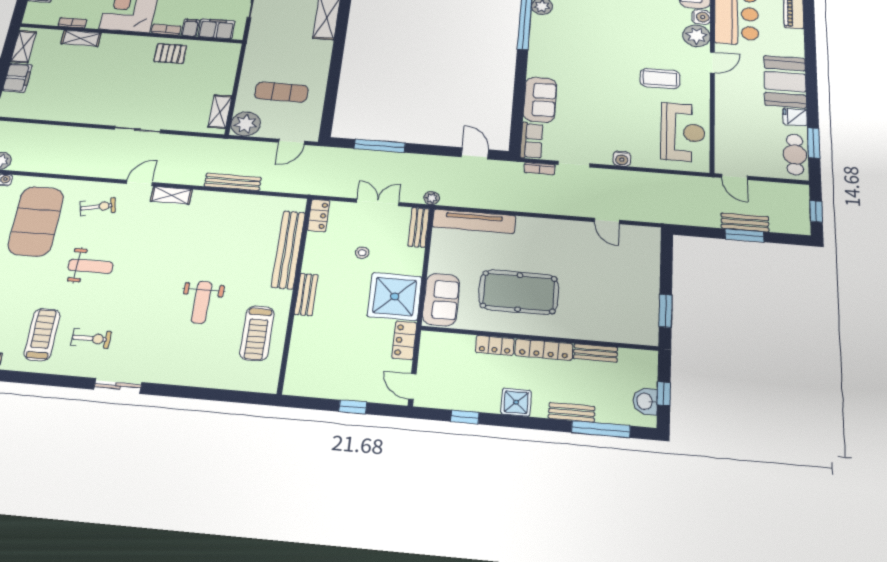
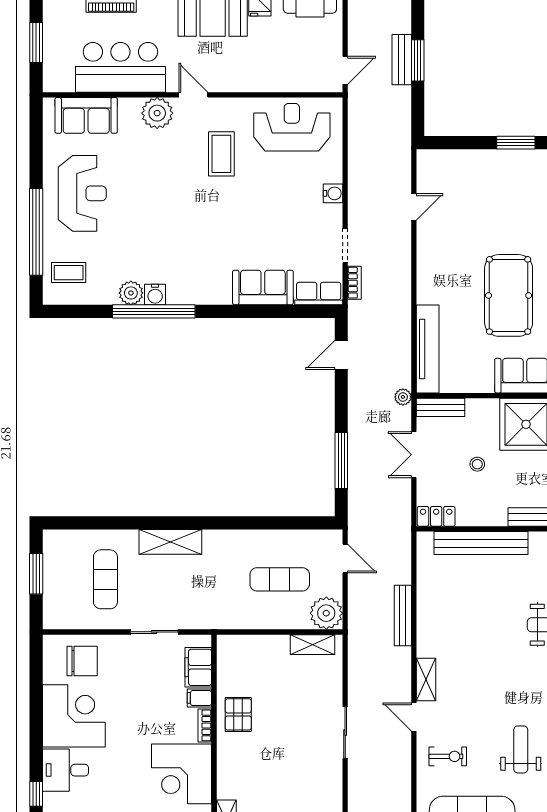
water cooler: (701, 17) -> (155, 295), moved, turned 180
exercise mat: (281, 92) -> (280, 579), turned 90
exercise bike: (98, 207) -> (448, 756), turned 103

